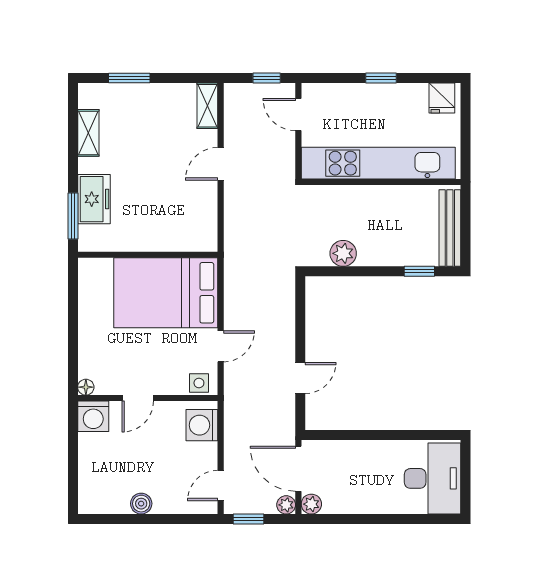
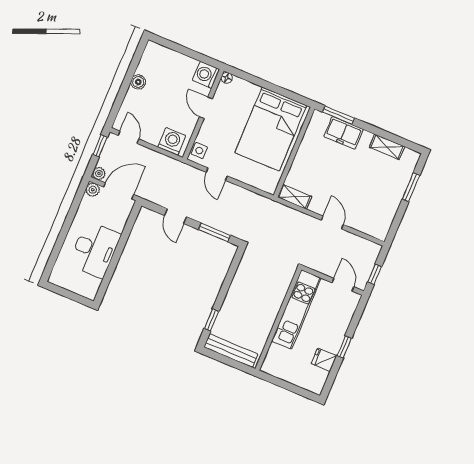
fridge: (442, 98) -> (324, 360), moved
shelving: (207, 106) -> (295, 197), moved
door: (298, 115) -> (343, 285), hinge flipped
kitchen unit: (378, 163) -> (296, 309), width x0.73
plant: (343, 253) -> (243, 276), removed
bed: (166, 293) -> (271, 129), moved, turned 180
window: (300, 317) -> (214, 232), added
desk: (433, 478) -> (95, 250), moved, turned -90

